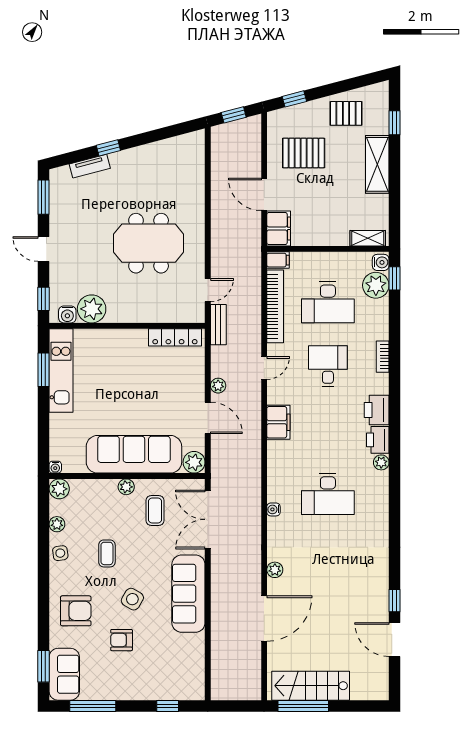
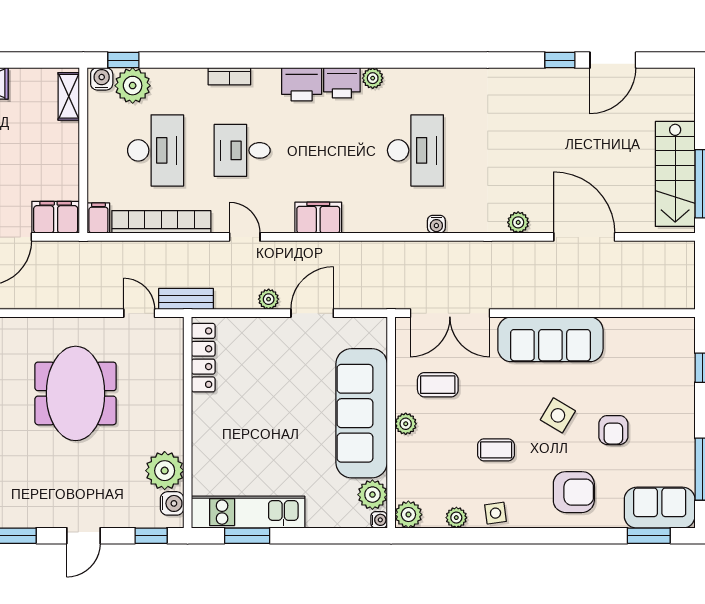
plant: (194, 462) -> (372, 495), moved
armchair: (76, 611) -> (574, 492), turned 90

